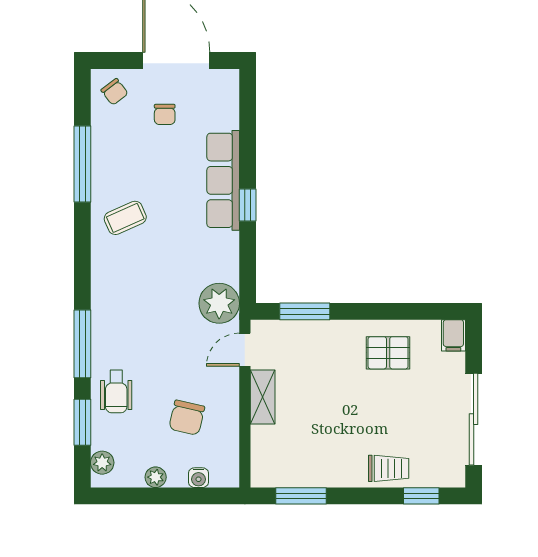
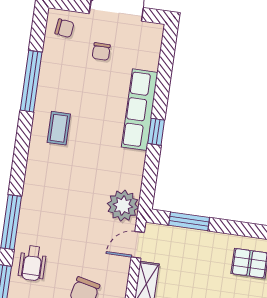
chair: (115, 92) -> (64, 28), turned -46
coffee table: (125, 218) -> (59, 128), turned -66

